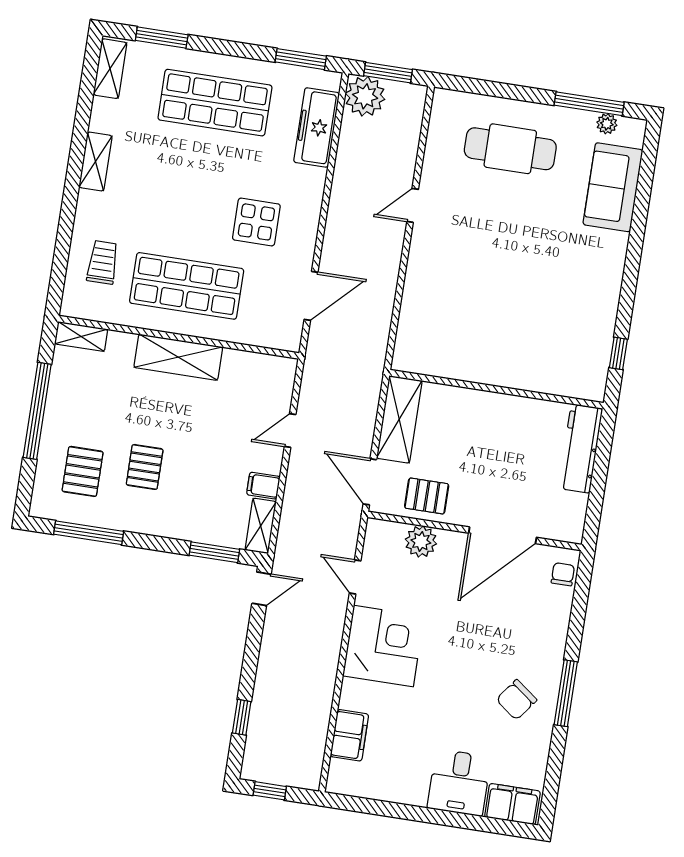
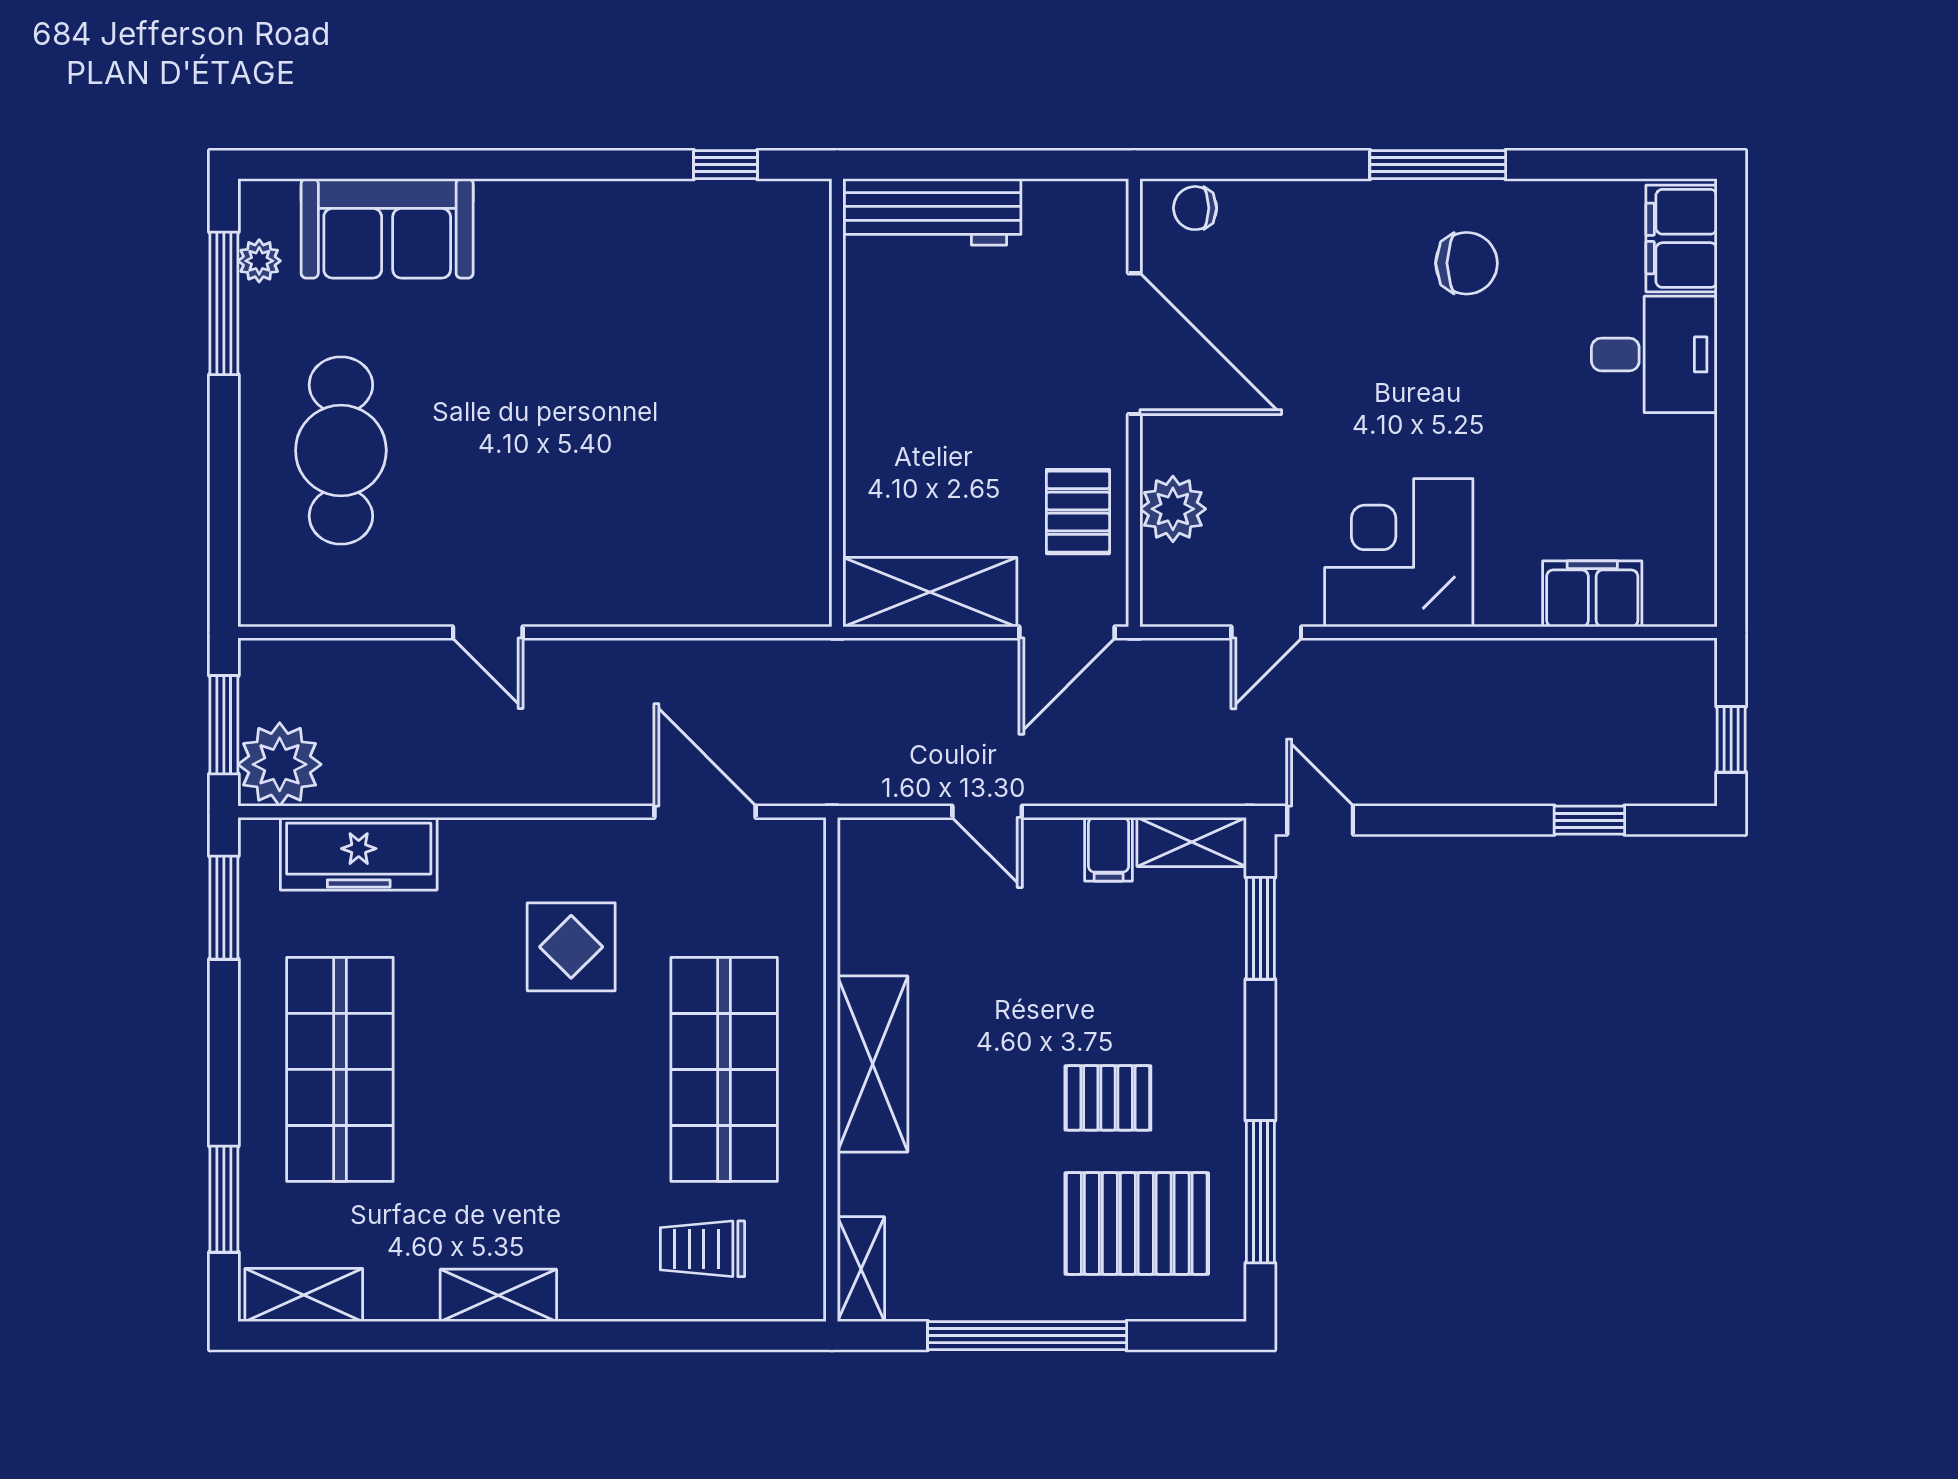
pallet: (83, 471) -> (1137, 1224), width x1.50, depth x1.42
chair: (516, 700) -> (1467, 263), turned -37

